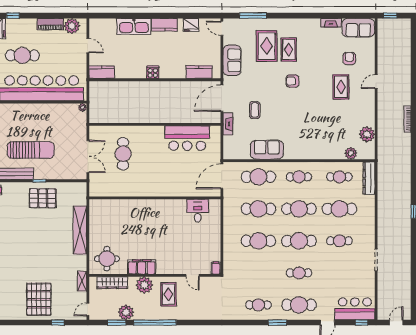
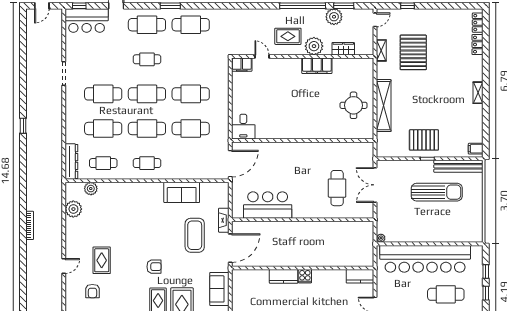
kitchen counter: (199, 72) -> (284, 276), moved
coffee table: (255, 110) -> (195, 235), width x1.86, depth x1.72
sun lounger: (31, 150) -> (437, 192), turned 180
cafe table: (258, 177) -> (191, 163), removed
desk: (198, 211) -> (243, 127), moved
cafe table: (339, 241) -> (103, 94), width x1.37, depth x1.35
round table: (107, 259) -> (354, 105), moved
filing cabinet: (216, 268) -> (242, 65), width x2.00
wardrobe: (112, 283) -> (343, 49), width x0.67
rug: (168, 294) -> (288, 36), turned 90
pallet: (39, 299) -> (413, 52), moved
cafe table: (258, 305) -> (191, 25), width x1.37, depth x1.35

